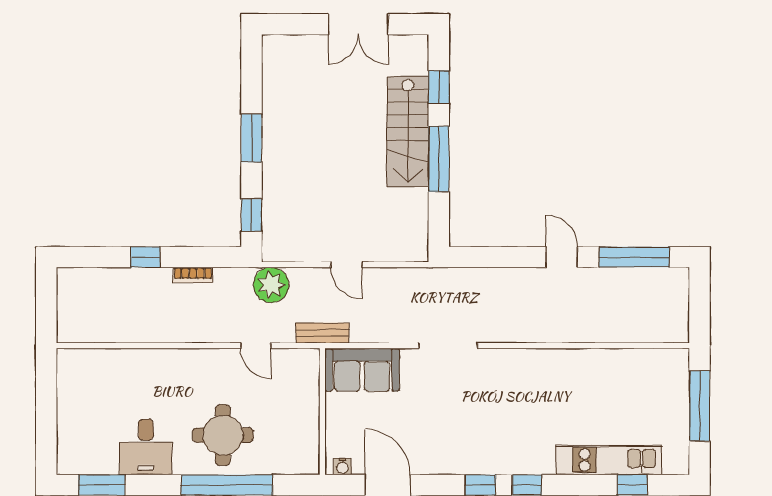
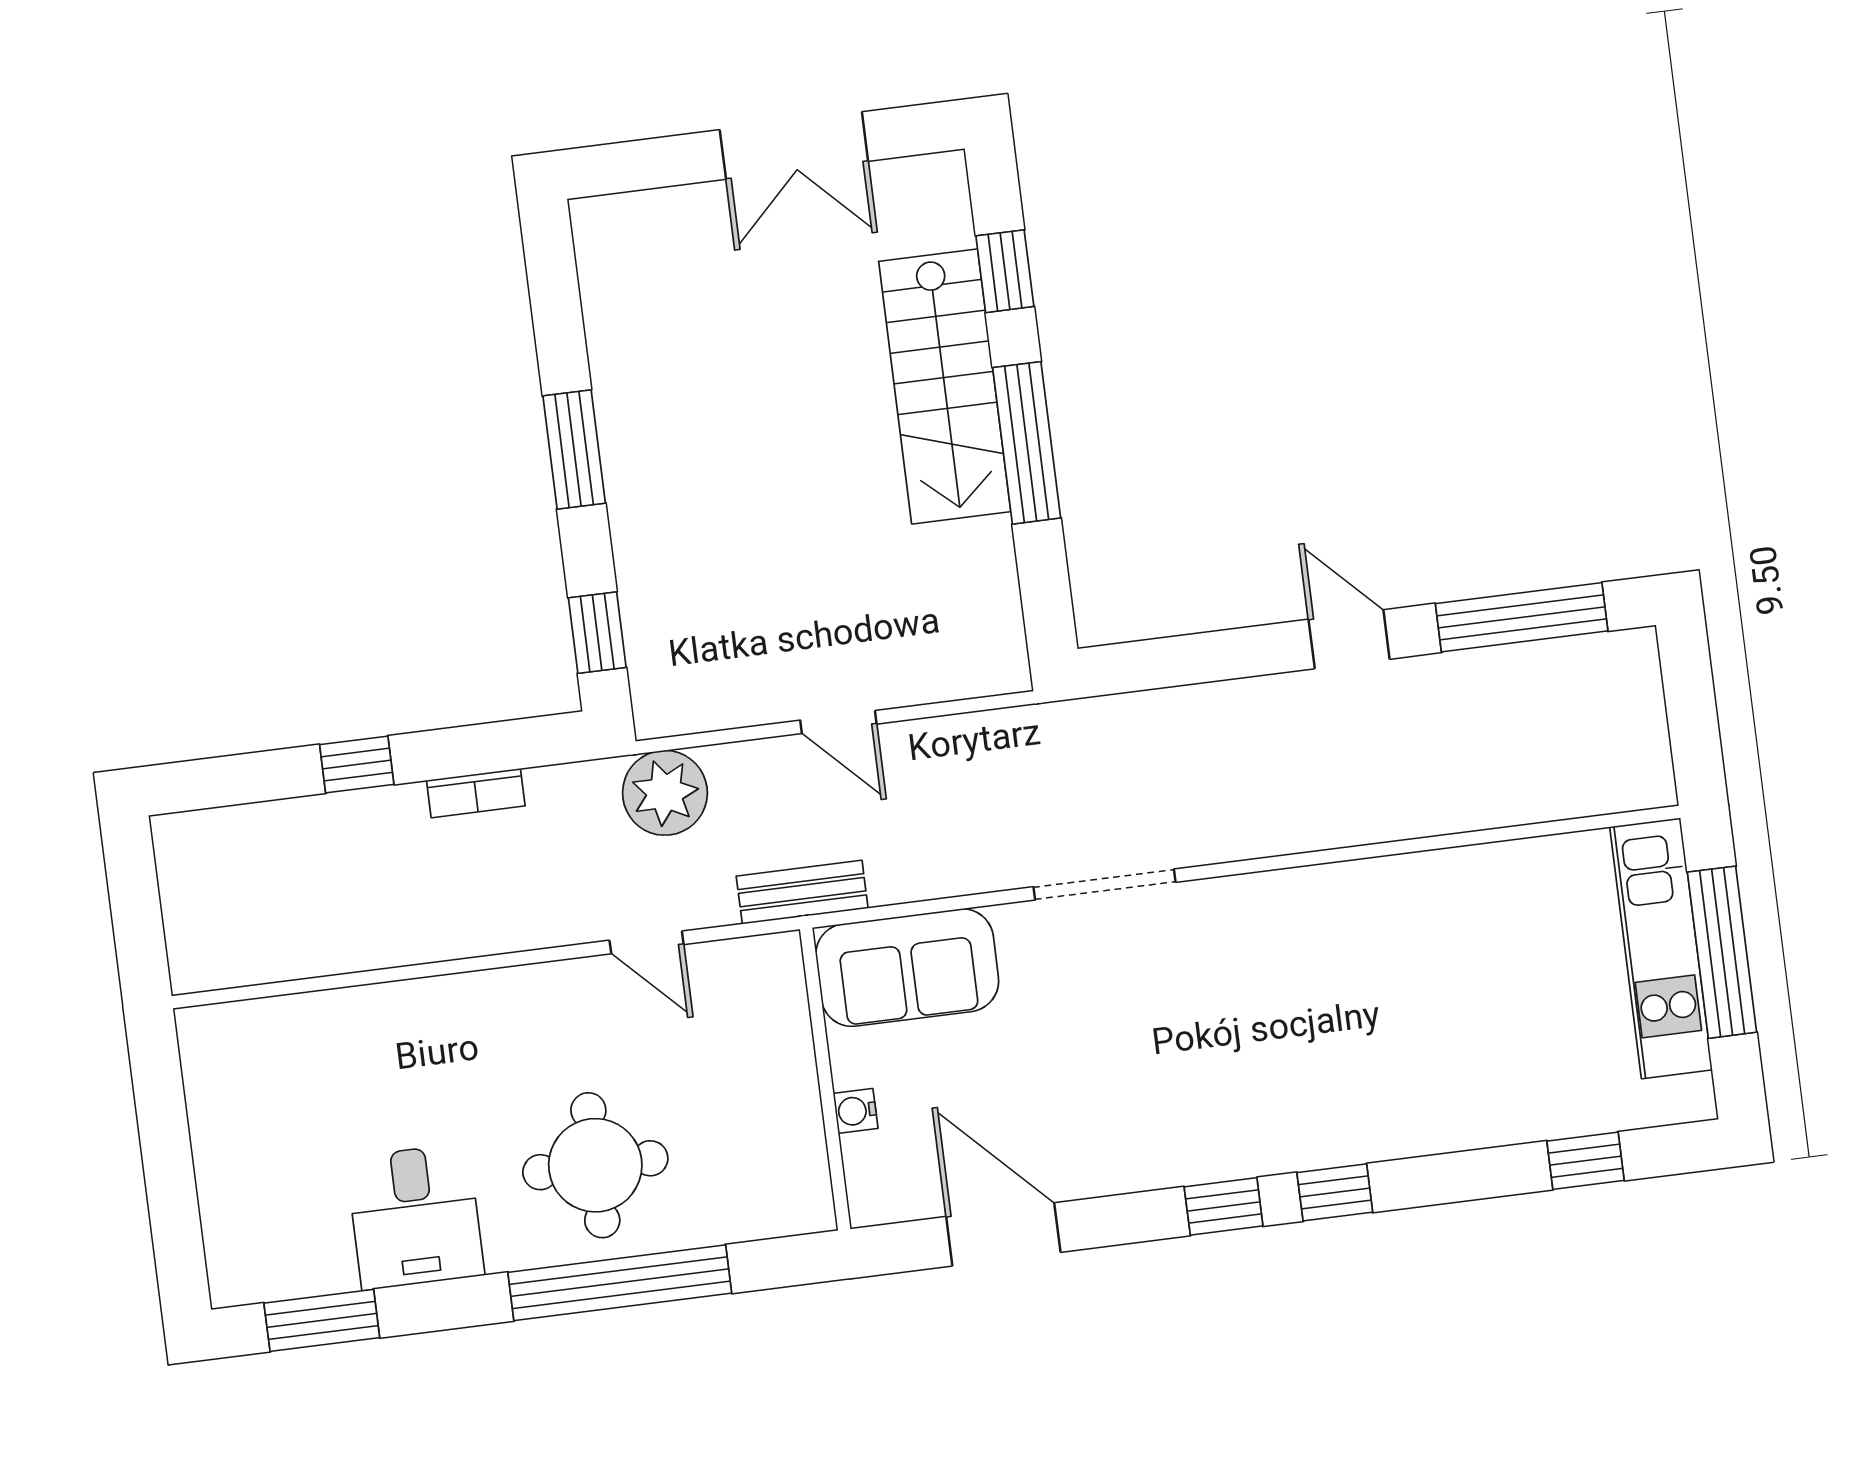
kitchen unit: (609, 460) -> (1661, 948), moved, turned -90
water cooler: (342, 466) -> (856, 1111), moved, turned 90

